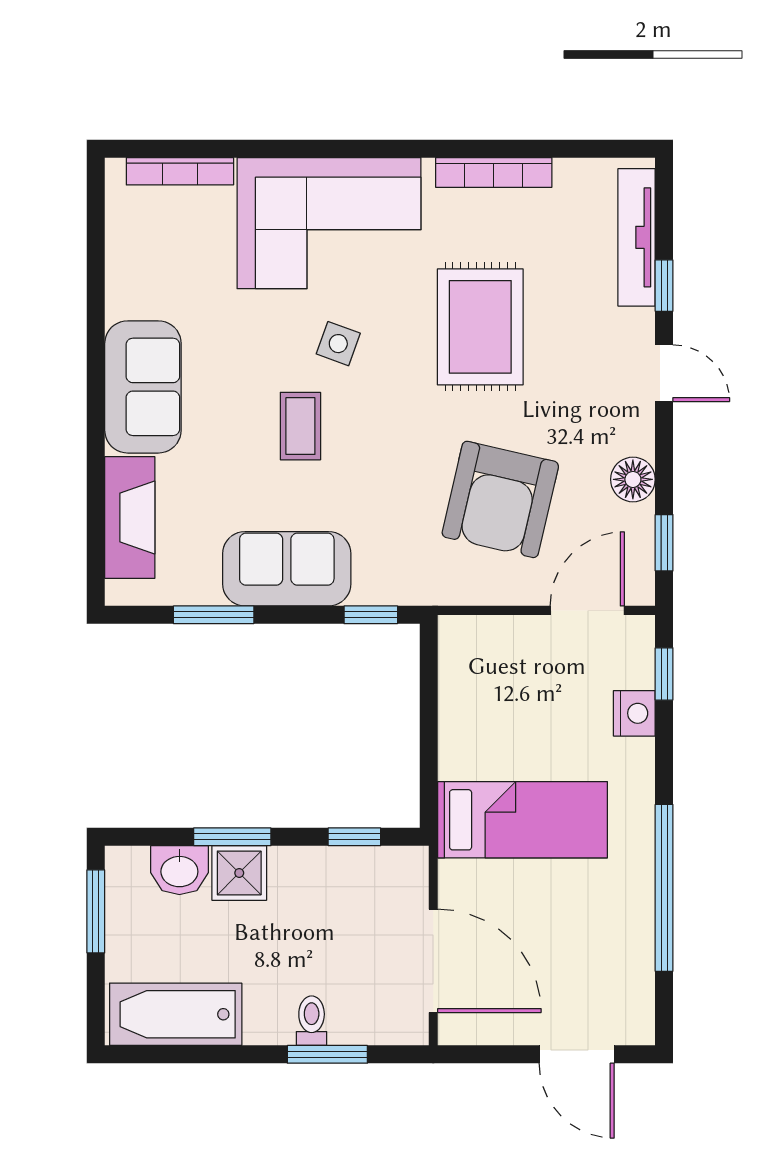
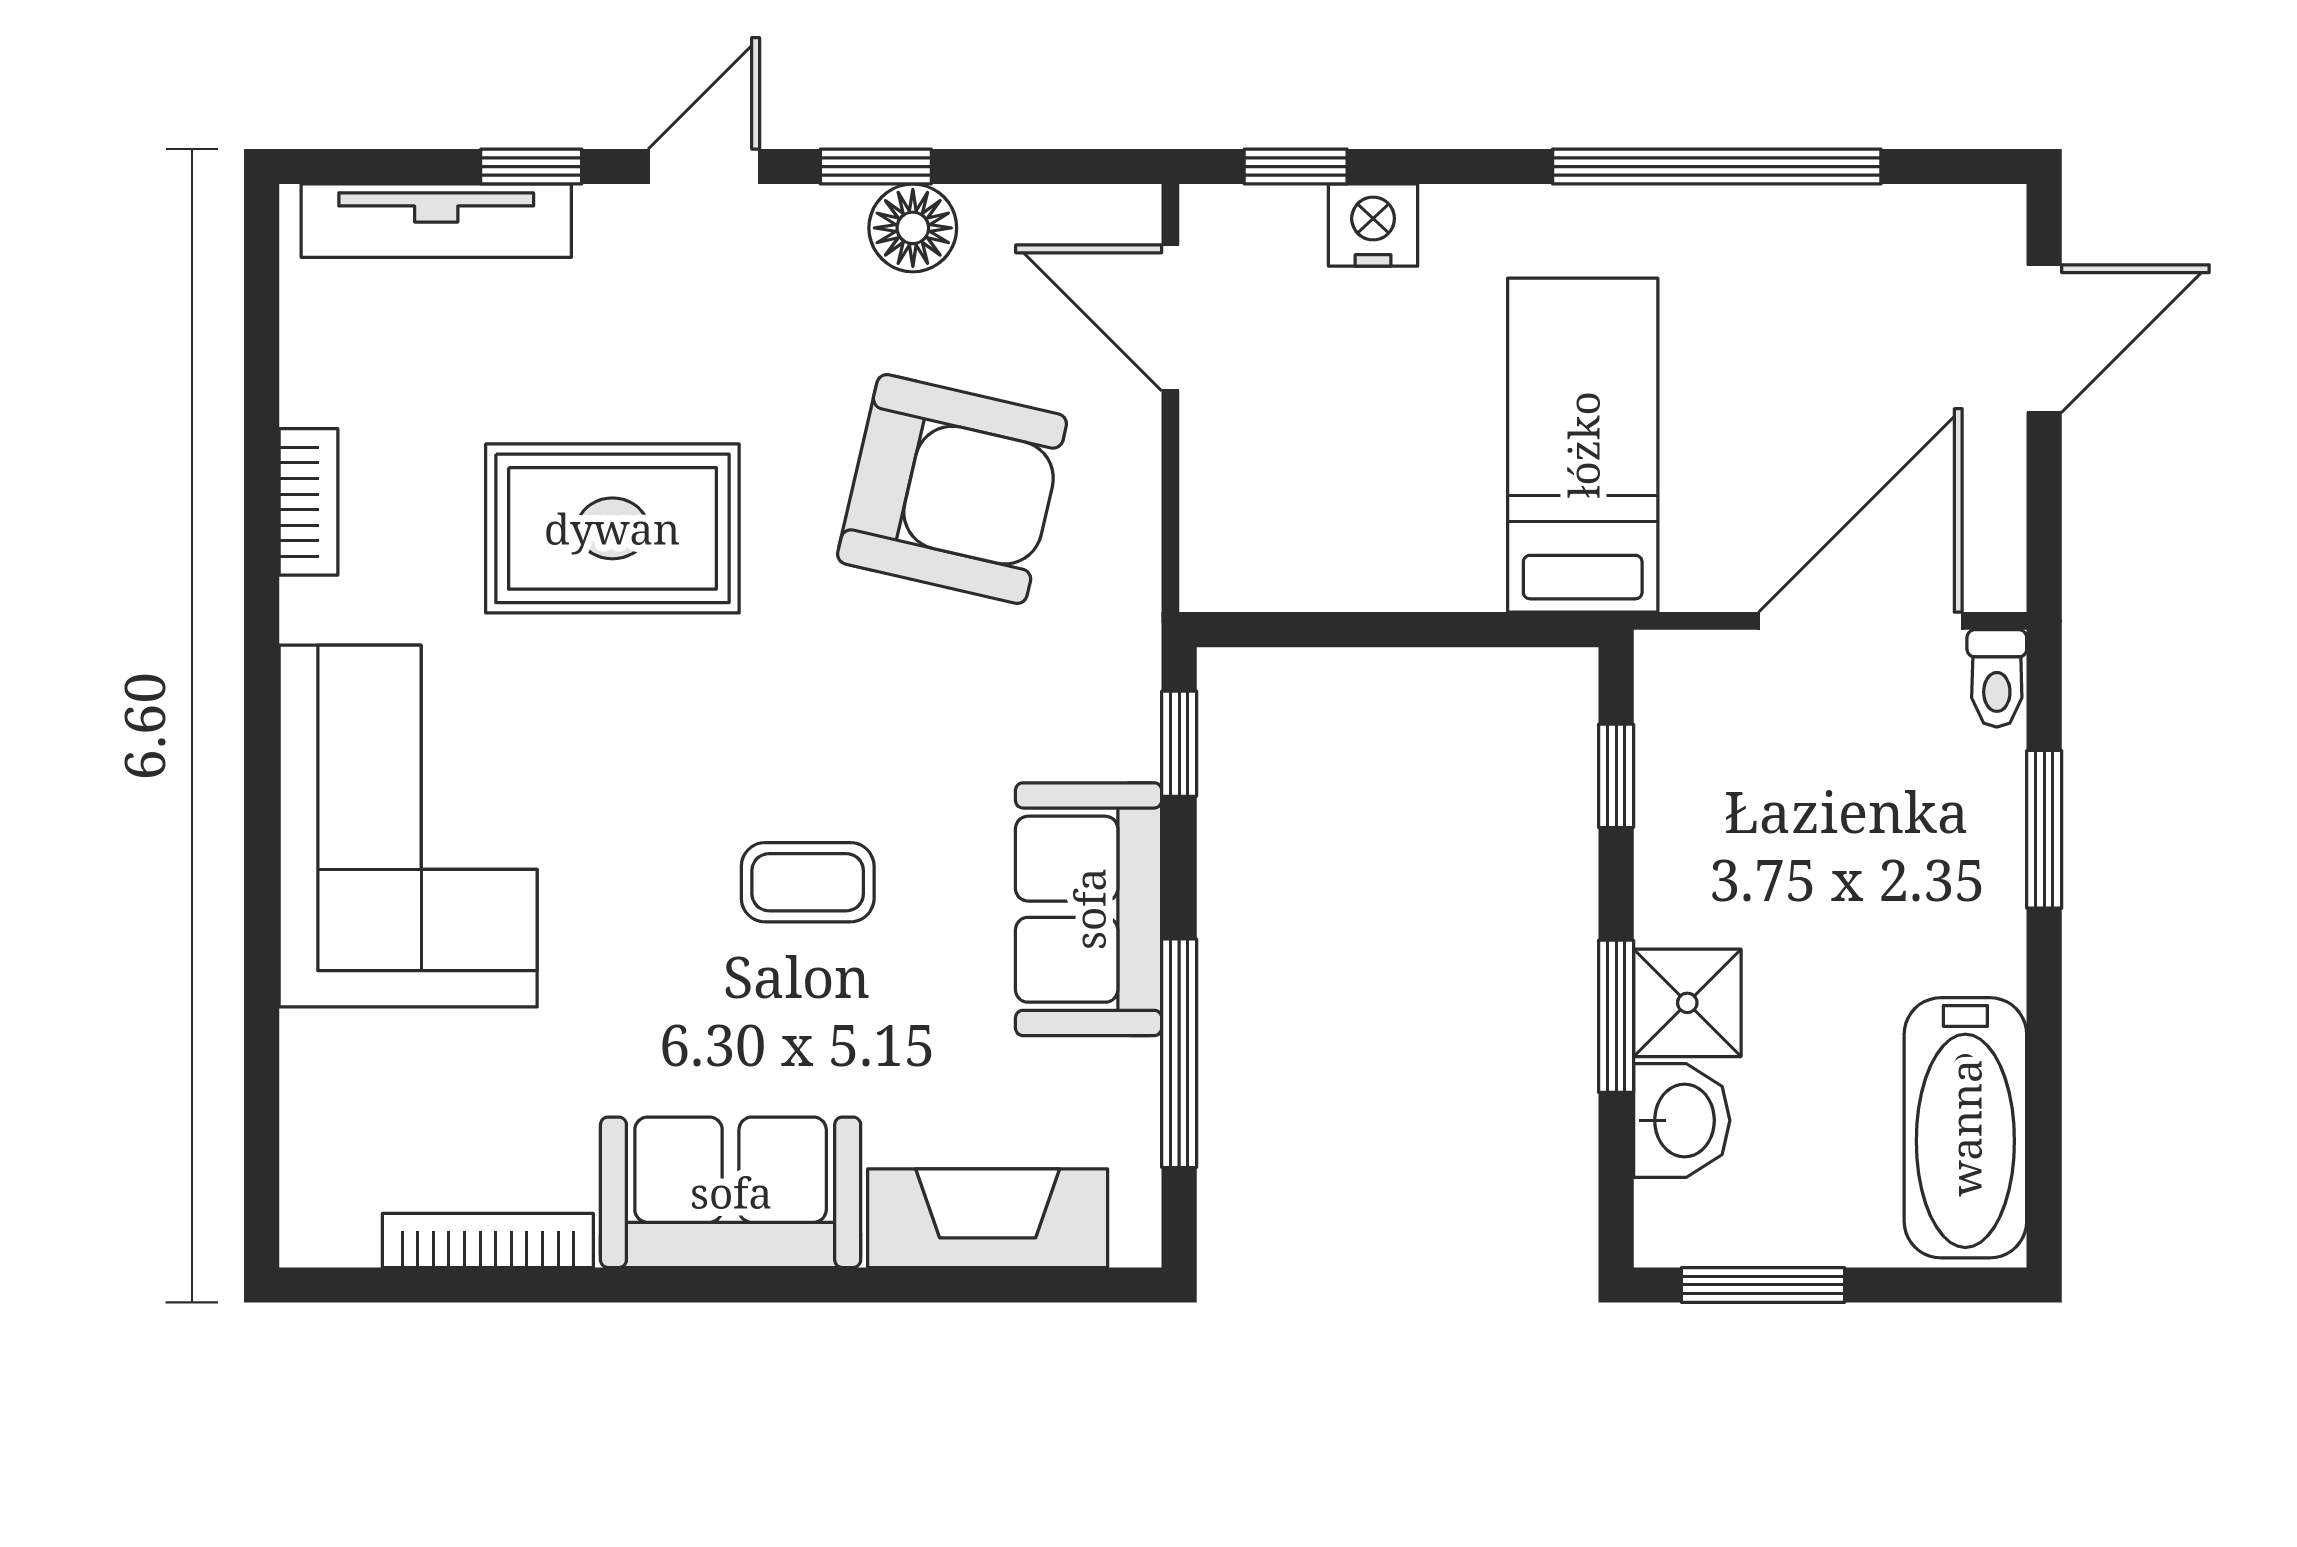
bookcase: (180, 171) -> (488, 1240), moved, turned -90
bookcase: (494, 172) -> (308, 502), width x0.64
side table: (338, 344) -> (645, 808), removed
window: (664, 543) -> (876, 167), moved
window: (214, 615) -> (1179, 1053), width x1.44
toilet: (312, 1021) -> (1997, 678), moved, turned -90

